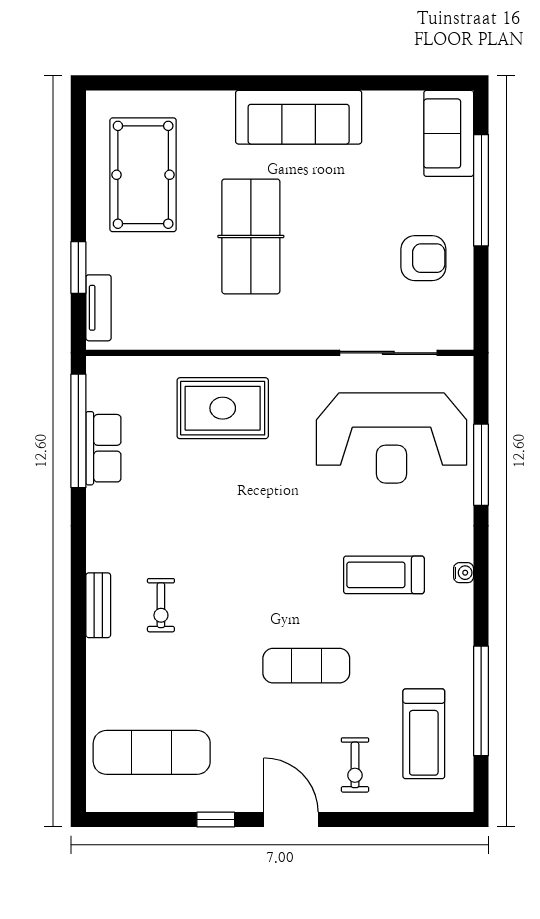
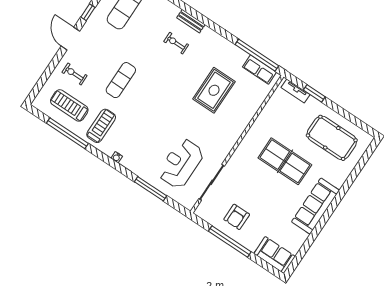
window: (481, 190) -> (230, 242), moved
rug: (223, 408) -> (214, 90), moved
reception desk: (392, 438) -> (181, 163), width x0.74, depth x0.77
row of seats: (103, 448) -> (259, 70), moved
treadmill: (384, 575) -> (101, 126), moved
door: (291, 819) -> (70, 39), swing flipped

